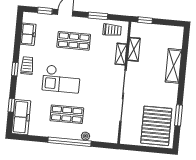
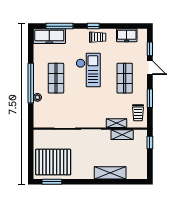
checkout: (61, 79) -> (88, 70), turned 180
window: (11, 105) -> (59, 26), width x2.17
window: (179, 115) -> (52, 182), moved

